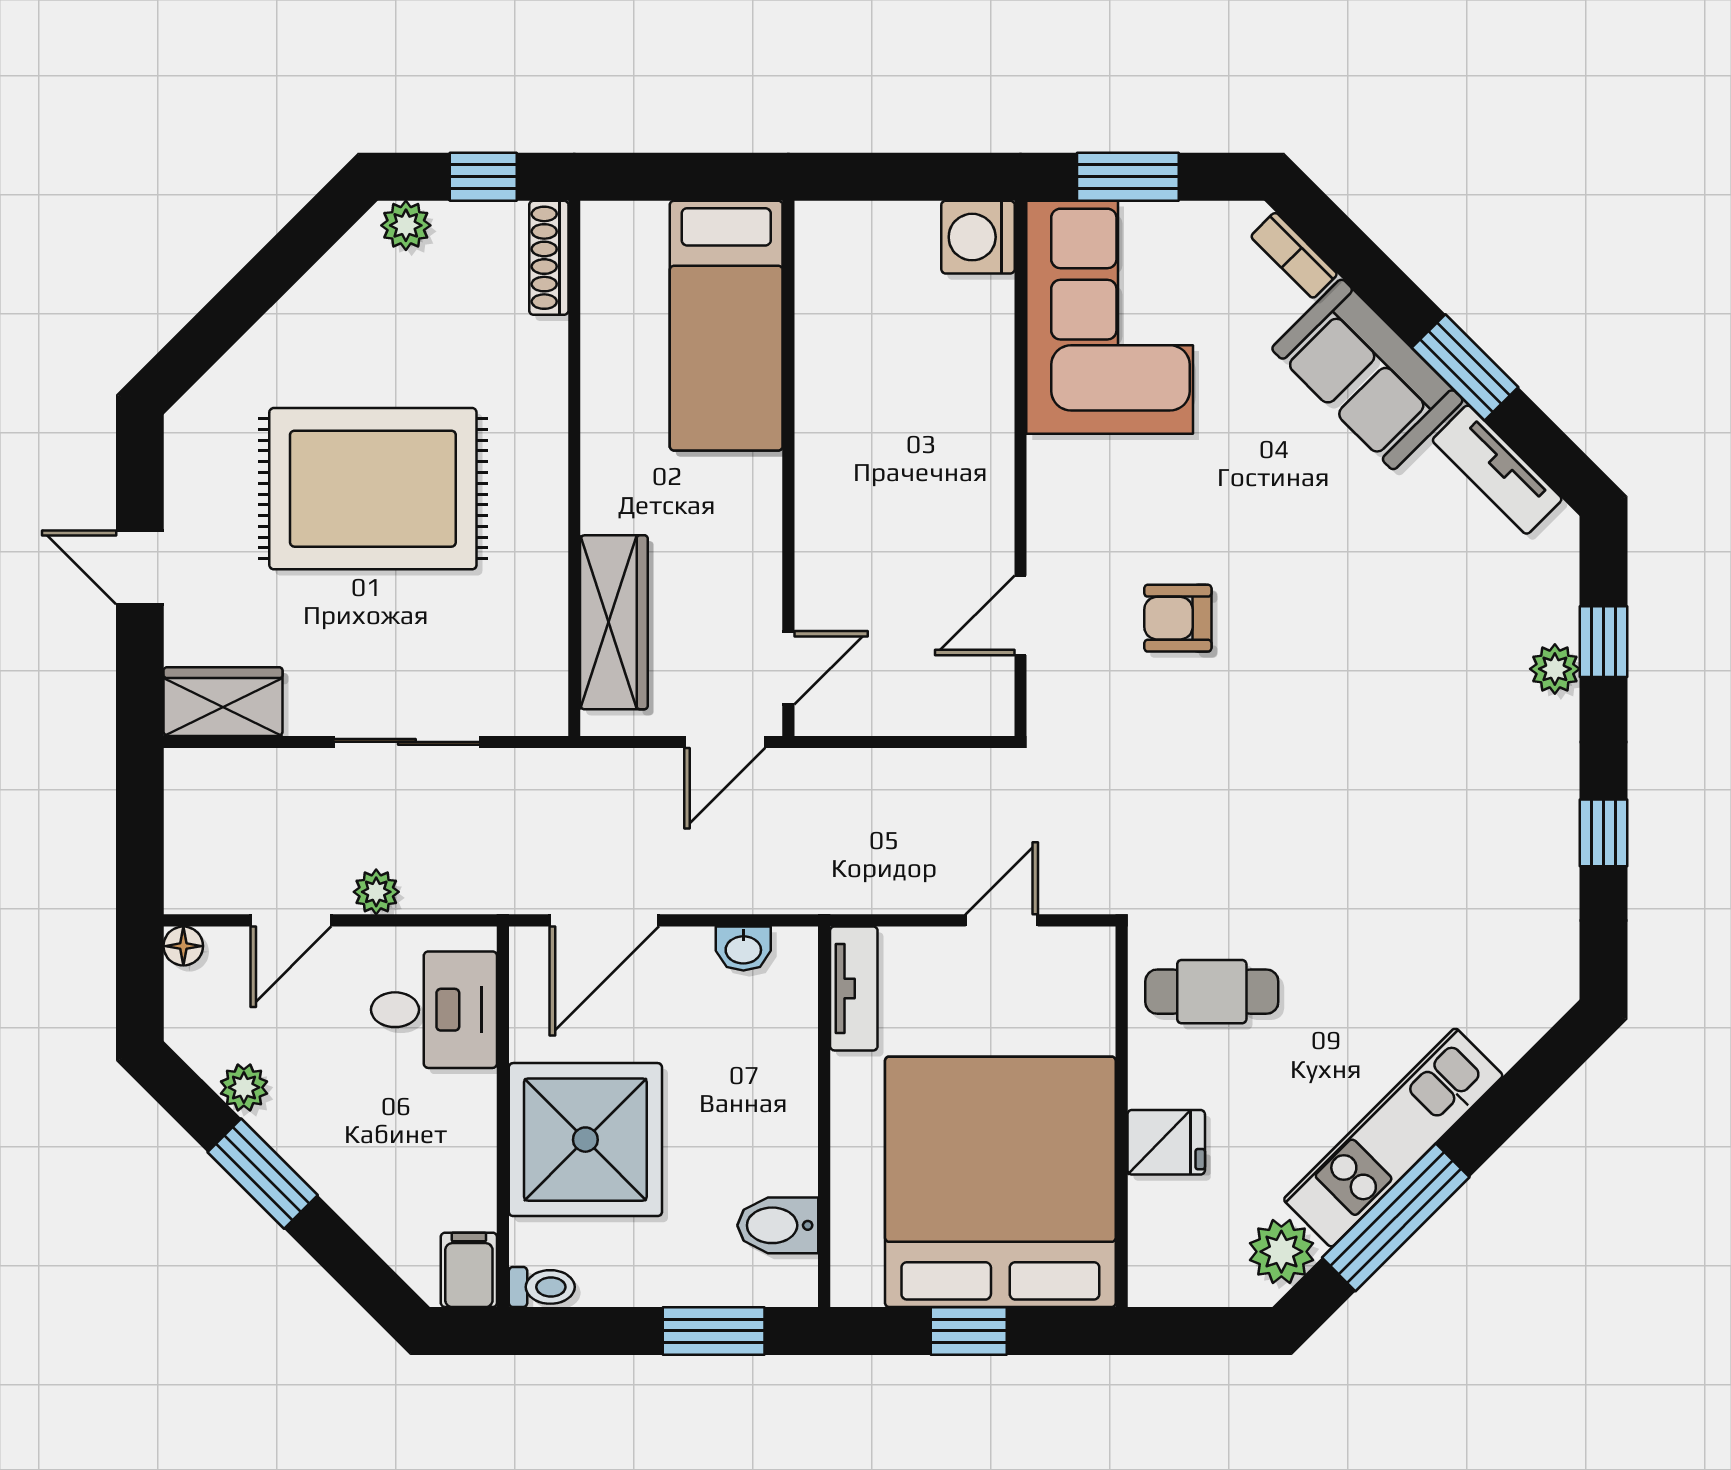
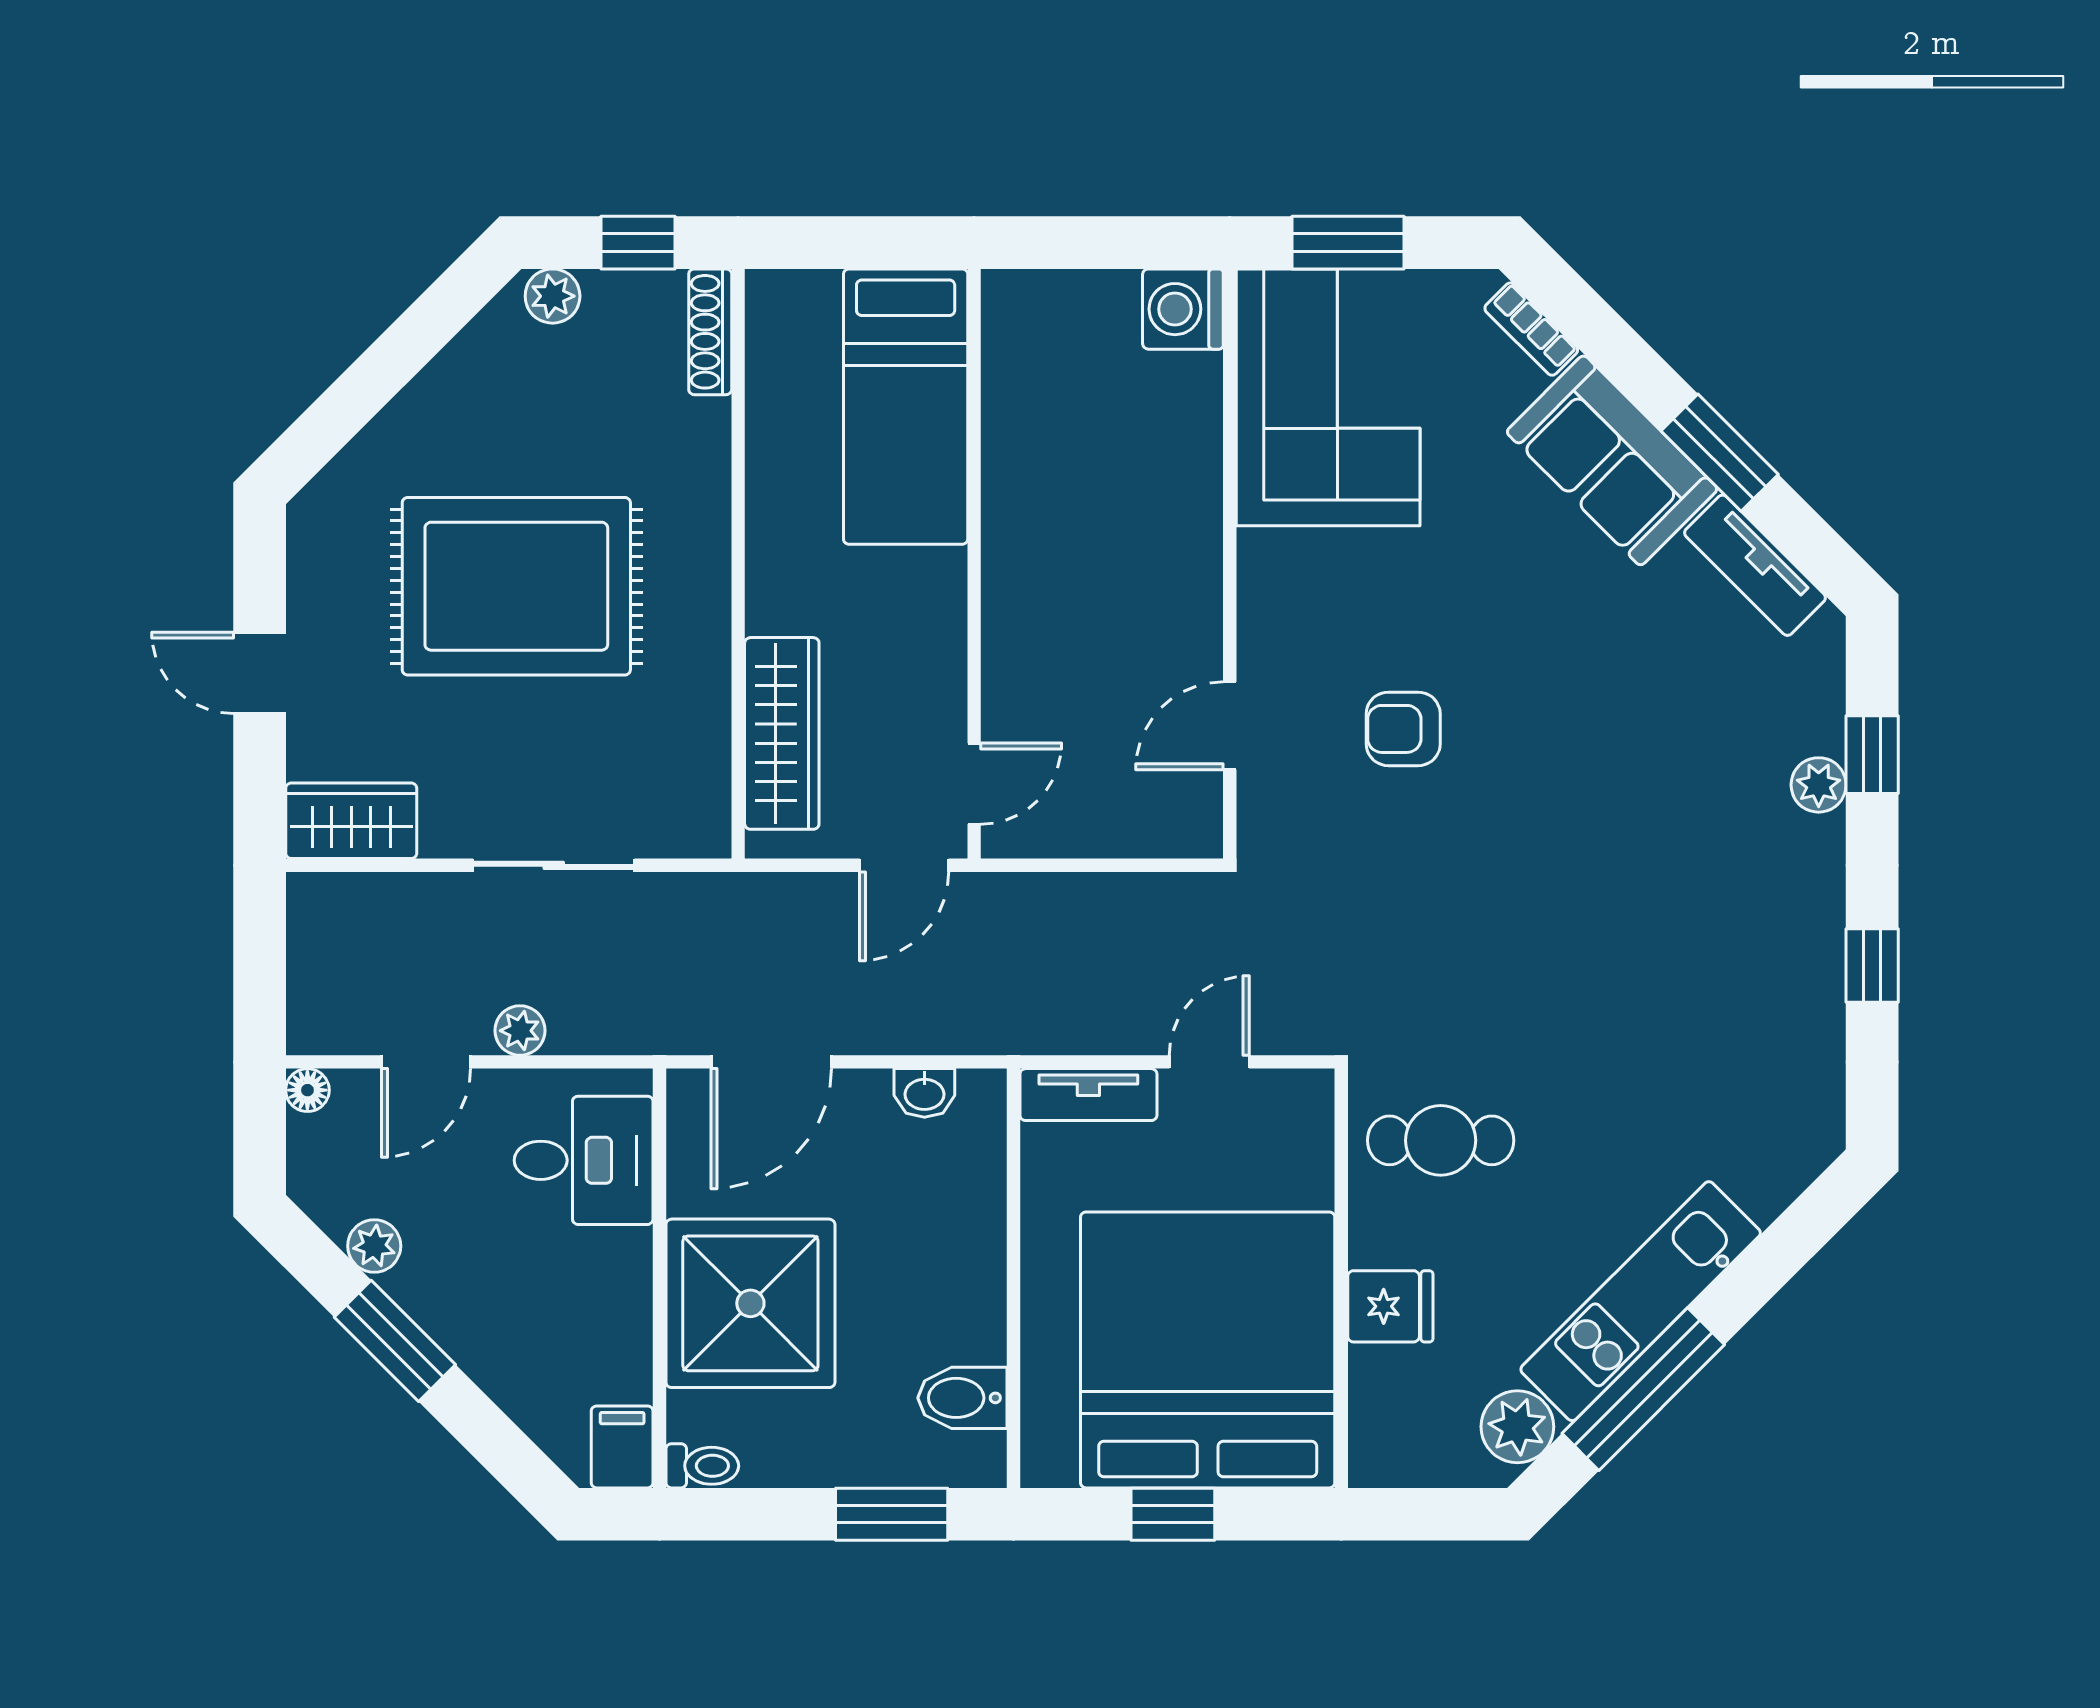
tv unit: (854, 988) -> (1088, 1095), moved, turned 90

